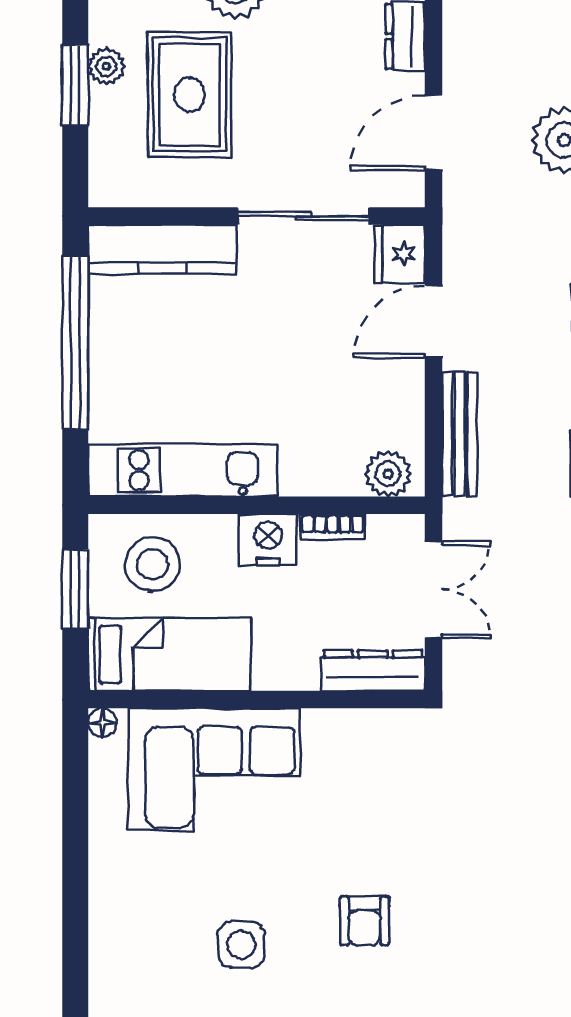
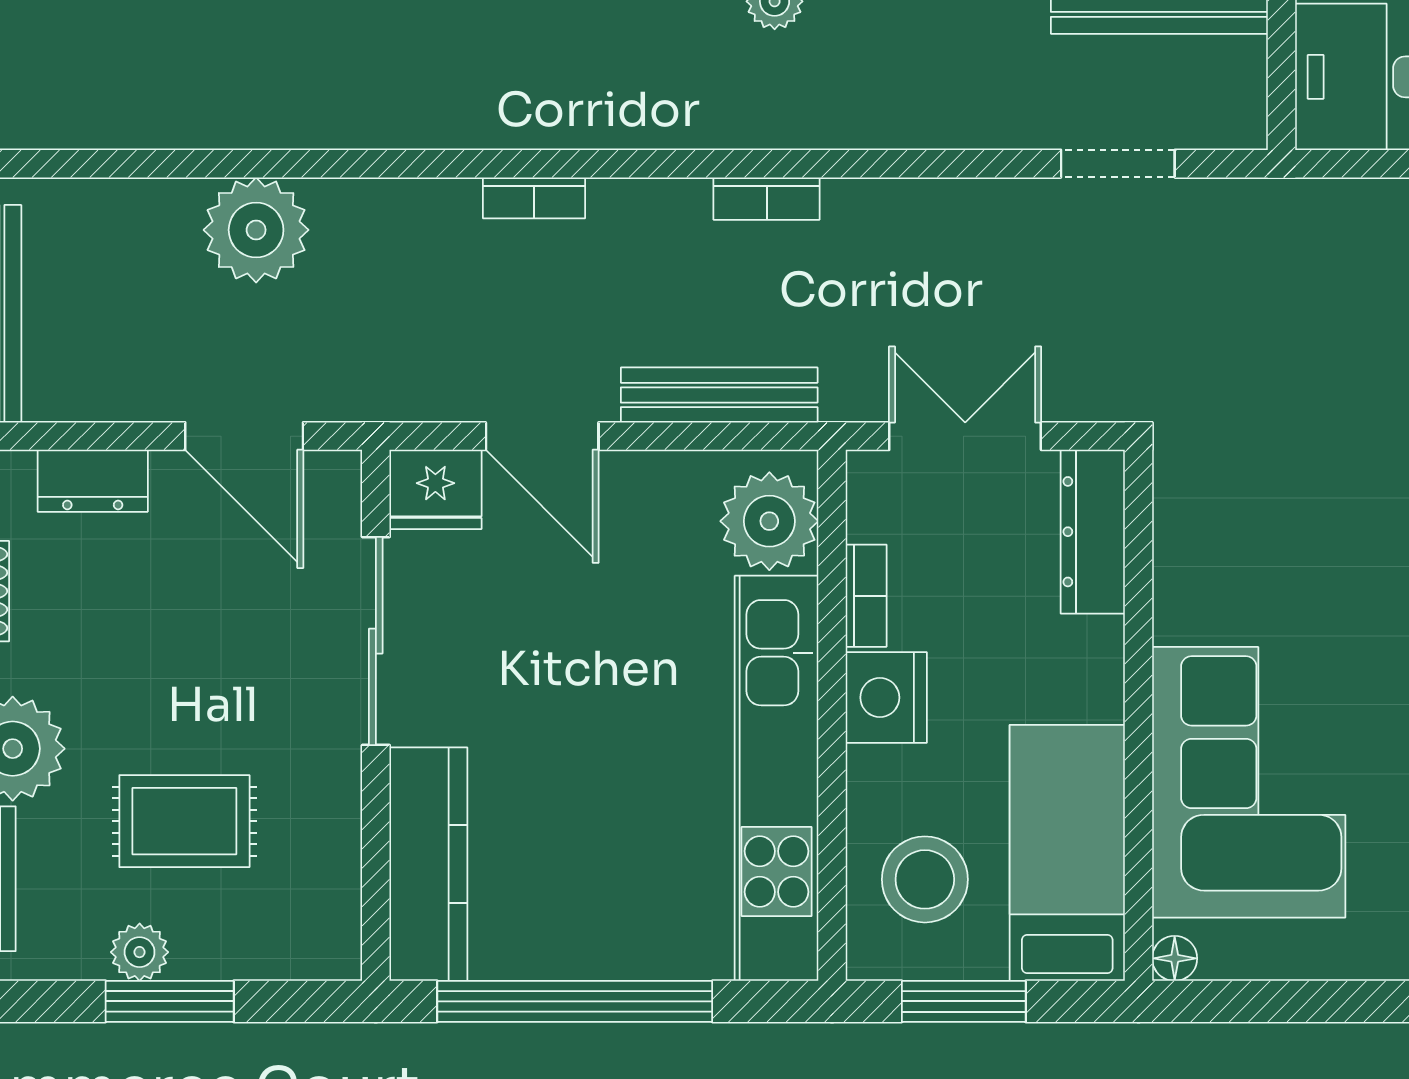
rug: (190, 95) -> (184, 821), width x0.73, depth x0.70
kitchen unit: (182, 470) -> (777, 778), width x1.36
plant: (388, 474) -> (769, 521), width x1.36, depth x1.36

